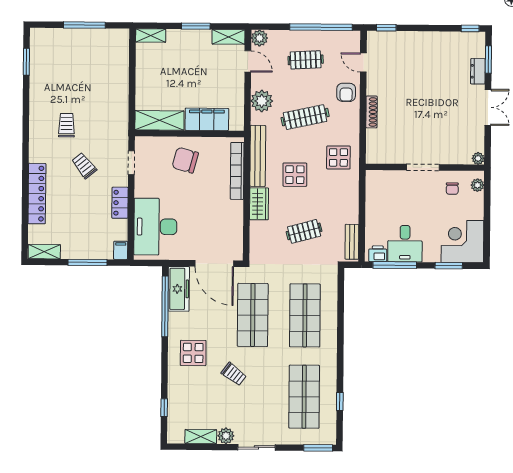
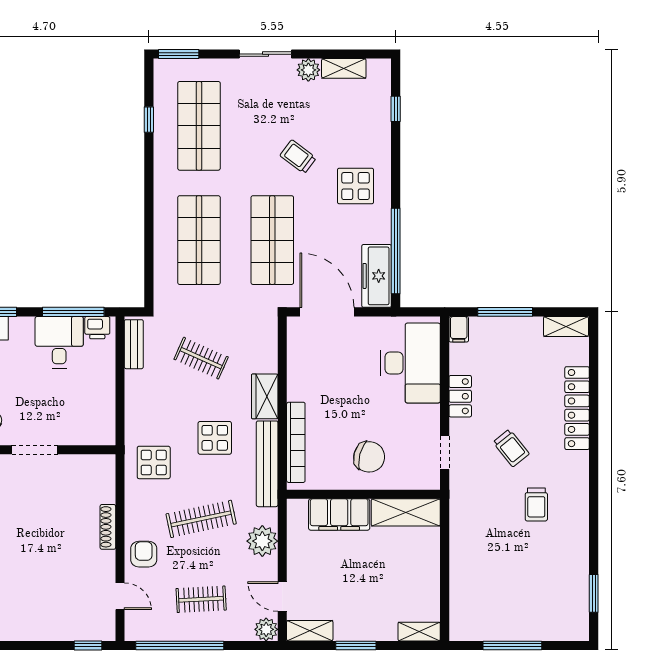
clothes rail: (304, 231) -> (201, 358), turned 39

